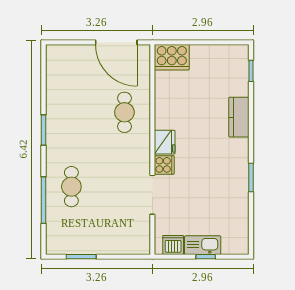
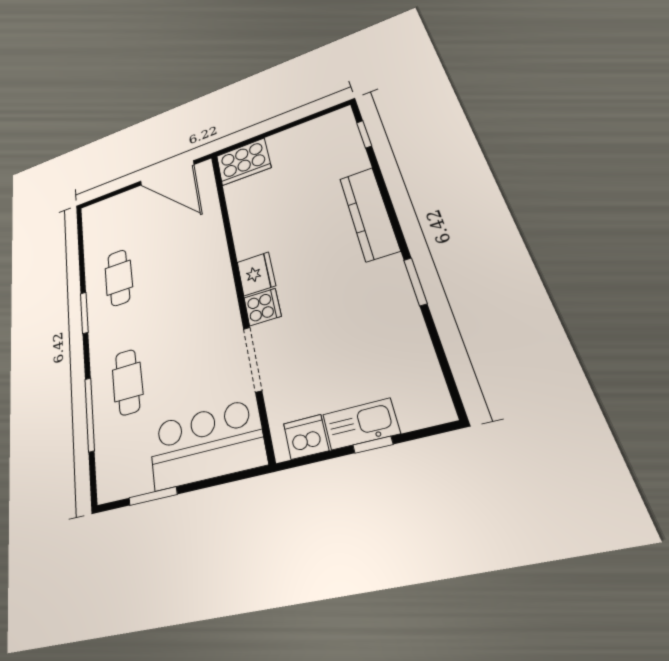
cafe table: (124, 112) -> (119, 278), moved
kitchen counter: (239, 117) -> (369, 214), width x1.50
bar counter: (117, 236) -> (206, 444), added

